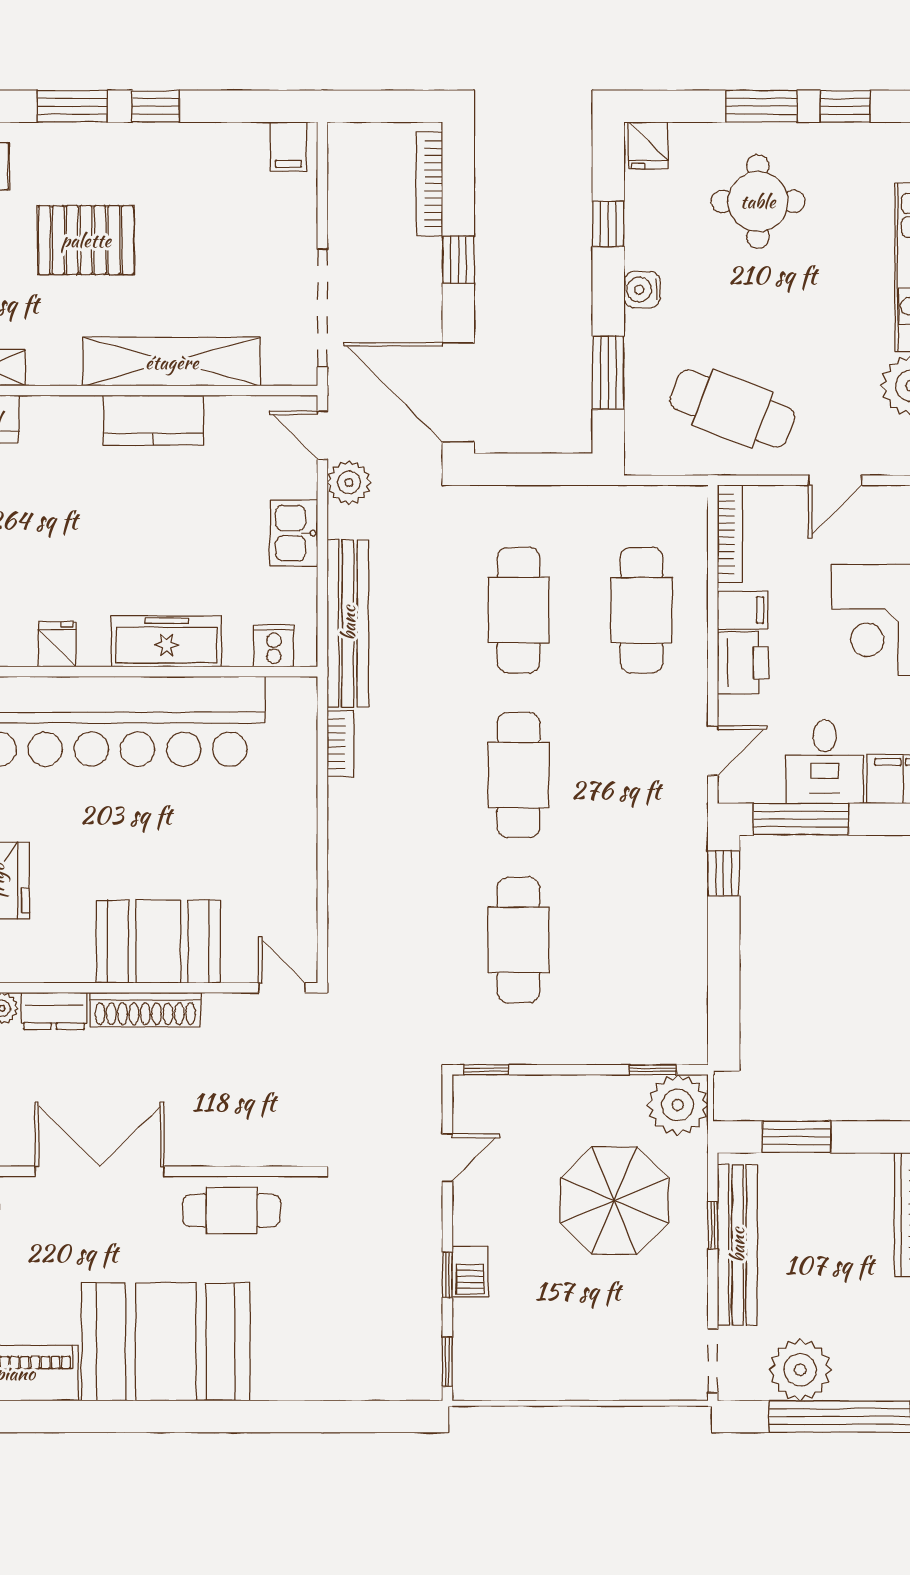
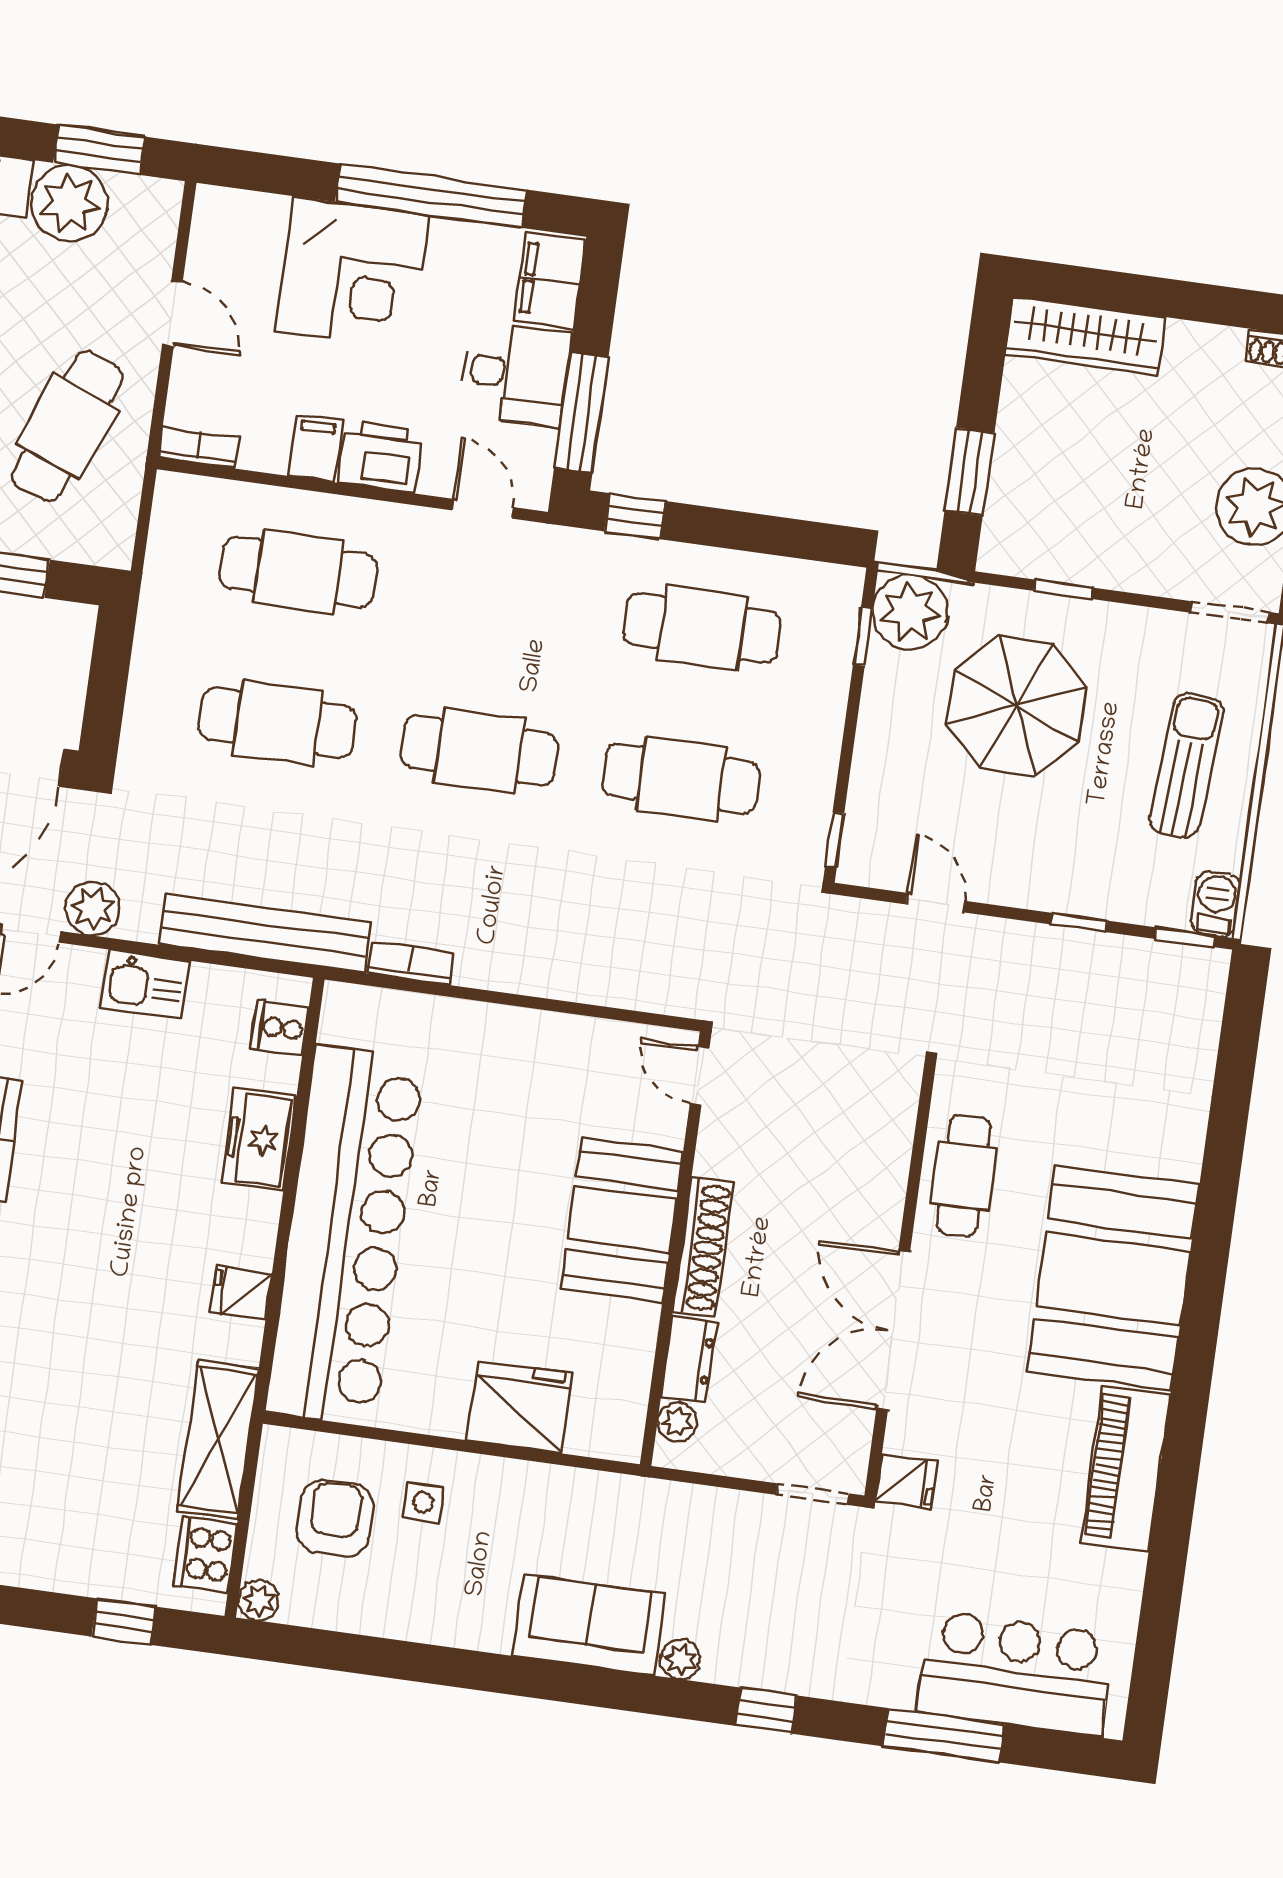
bookcase: (730, 534) -> (199, 448), width x0.64
freezer: (166, 641) -> (259, 1139), width x0.71
cafe table: (642, 940) -> (702, 628), added
door: (282, 988) -> (700, 1076), hinge flipped
bench: (737, 1245) -> (1092, 562), removed
barbecue: (470, 1272) -> (1216, 904), moved, turned -90
sun lounger: (585, 1343) -> (1186, 765), added

